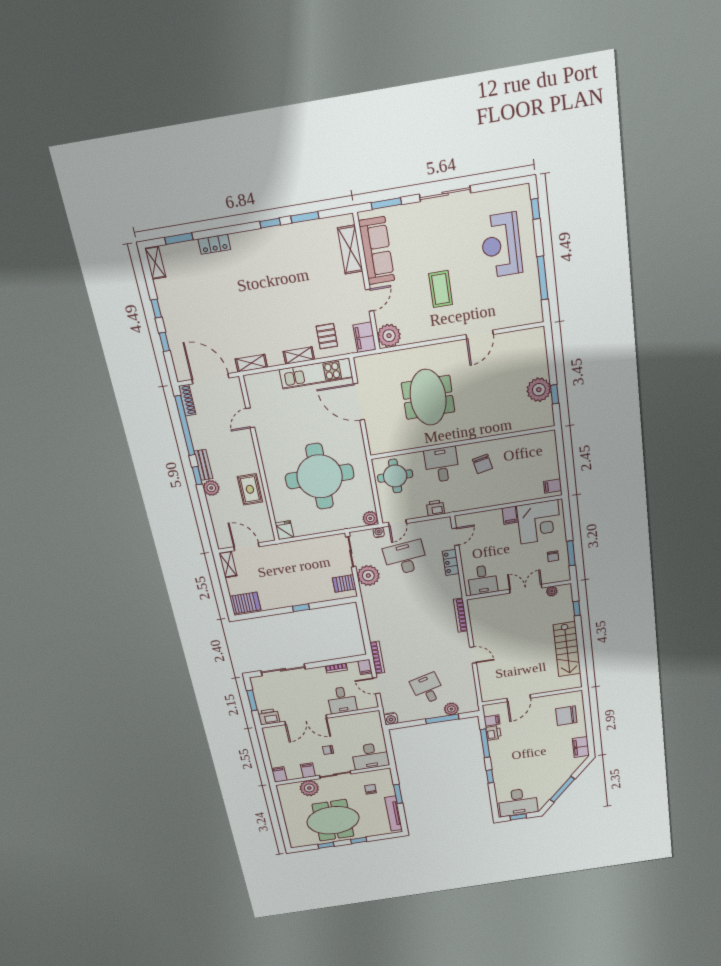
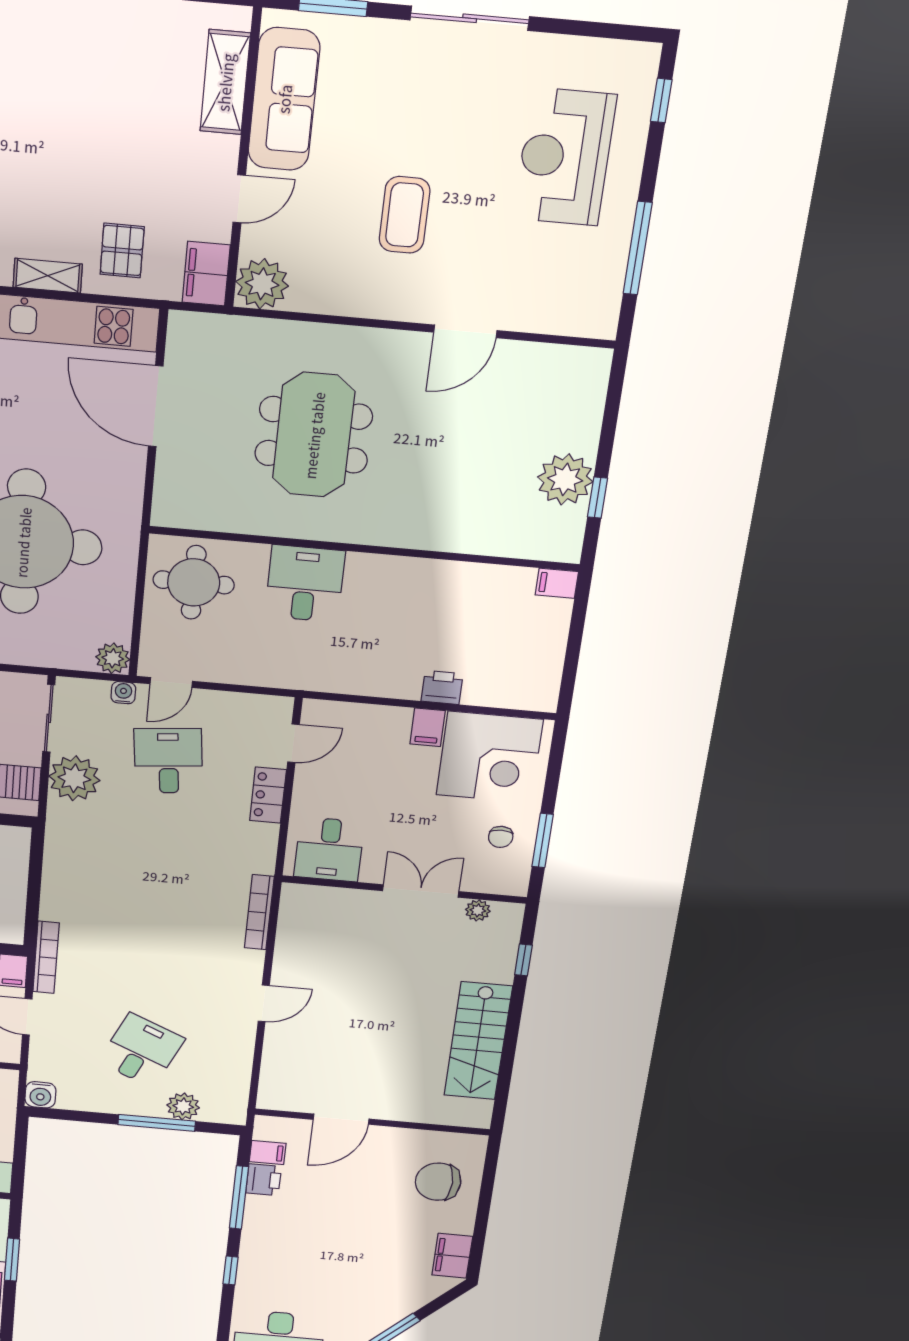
chair: (483, 464) -> (397, 604), removed
filing cabinet: (553, 486) -> (557, 583), moved
printer: (435, 508) -> (442, 687), moved
desk: (405, 558) -> (168, 761), width x0.73
door: (473, 655) -> (264, 1003), hinge flipped
desk: (427, 689) -> (141, 1050), turned 39

